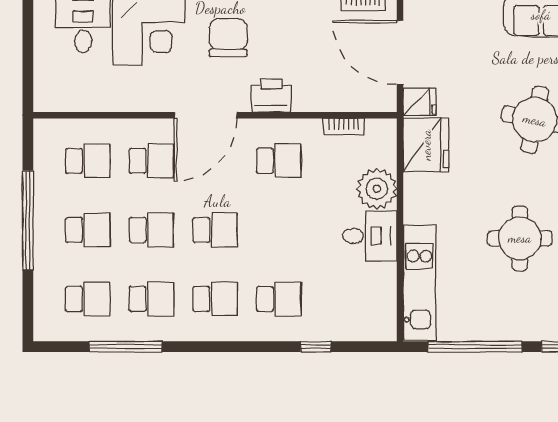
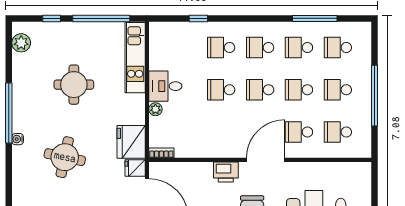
bookcase: (344, 127) -> (161, 153), moved
school desk: (279, 161) -> (221, 90), moved
plant: (377, 189) -> (155, 109), width x0.53, depth x0.53

